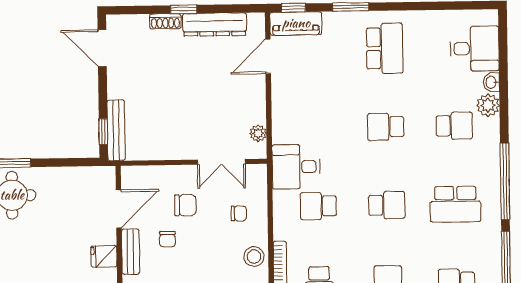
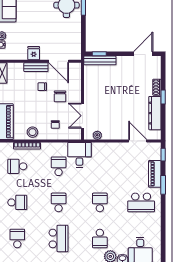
piano: (296, 23) -> (155, 174), moved
school desk: (455, 204) -> (59, 238), turned 180
school desk: (387, 205) -> (59, 202), turned 180

